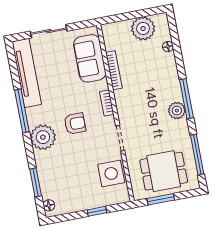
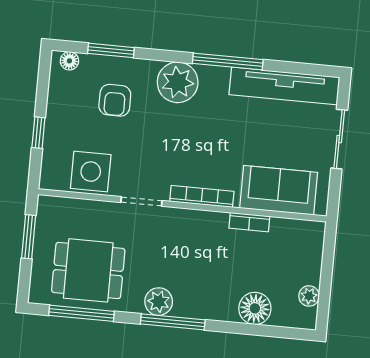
plant: (143, 28) -> (309, 296), width x0.53, depth x0.53
floor lamp: (168, 47) -> (255, 308), width x1.89, depth x1.89
bookcase: (114, 70) -> (249, 222), width x0.64
bookcase: (107, 103) -> (202, 197), width x1.56
armchair: (75, 124) -> (115, 100), moved
dining table: (164, 171) -> (88, 270), moved, turned 90

